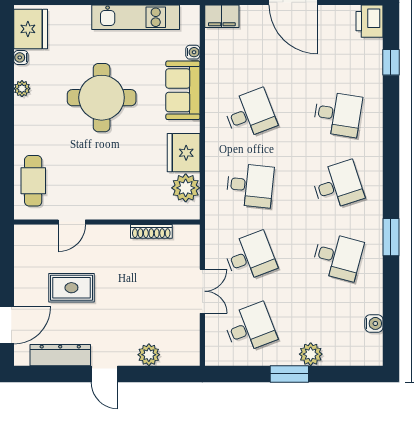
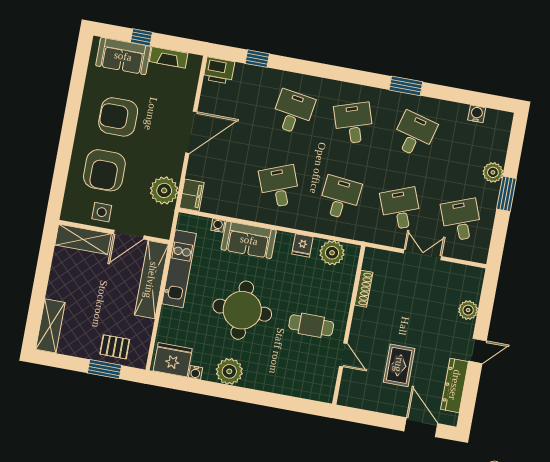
plant: (22, 89) -> (229, 371), width x1.88, depth x1.88
fridge: (184, 153) -> (302, 245), width x0.53, depth x0.75
cafe table: (33, 181) -> (311, 325), moved

